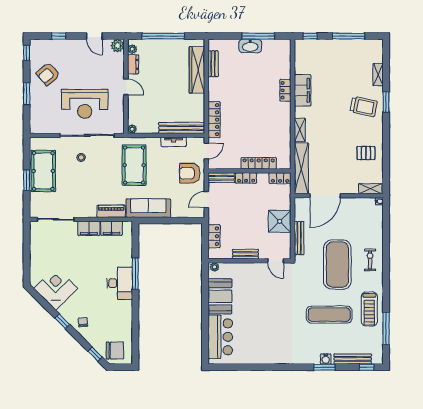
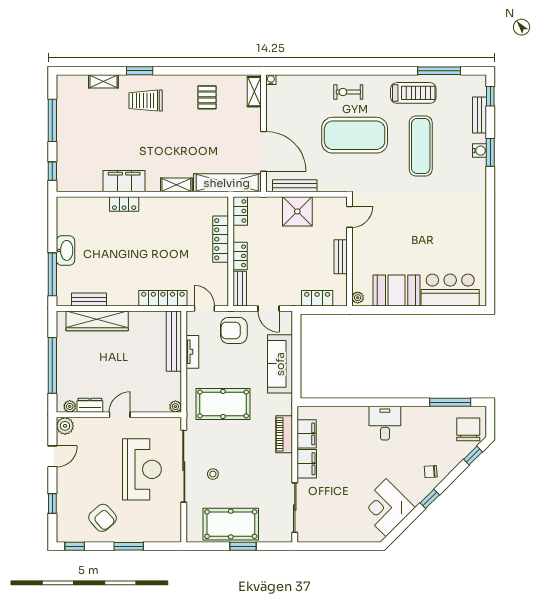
window: (258, 36) -> (52, 274), moved
trolley: (364, 107) -> (146, 101), turned -102
armchair: (190, 173) -> (234, 330), turned 90
sofa: (148, 208) -> (280, 364), moved
bench: (299, 238) -> (295, 186), moved
window: (135, 274) -> (450, 402), moved
desk: (120, 283) -> (385, 423), width x0.73
bench: (353, 359) -> (479, 115), width x0.73

